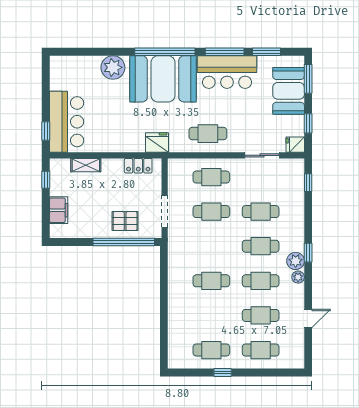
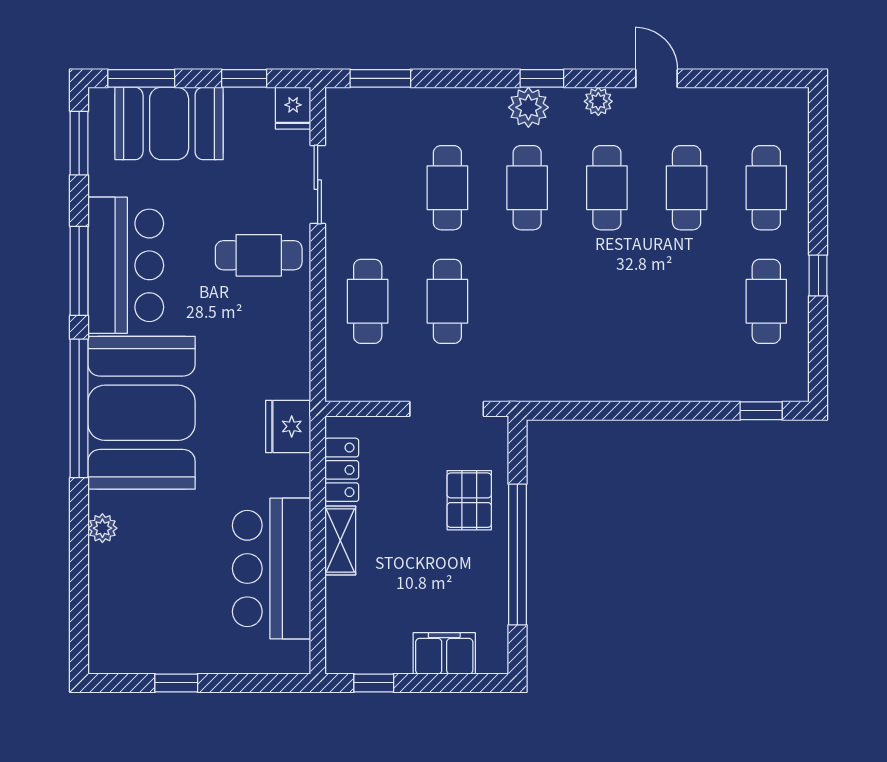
window: (266, 52) -> (79, 143), moved
plant: (113, 67) -> (102, 528), width x0.53, depth x0.53
bar counter: (67, 122) -> (272, 569), moved, turned -90
window: (46, 131) -> (176, 683), moved
cafe table: (208, 134) -> (259, 255), moved, turned 90
shelving: (86, 165) -> (340, 540), moved
window: (308, 183) -> (380, 78), width x1.50
window: (124, 242) -> (517, 554), moved
plant: (296, 261) -> (528, 107), moved
cafe table: (211, 281) -> (607, 301), removed
door: (308, 318) -> (657, 78), moved
window: (164, 348) -> (761, 411), added

